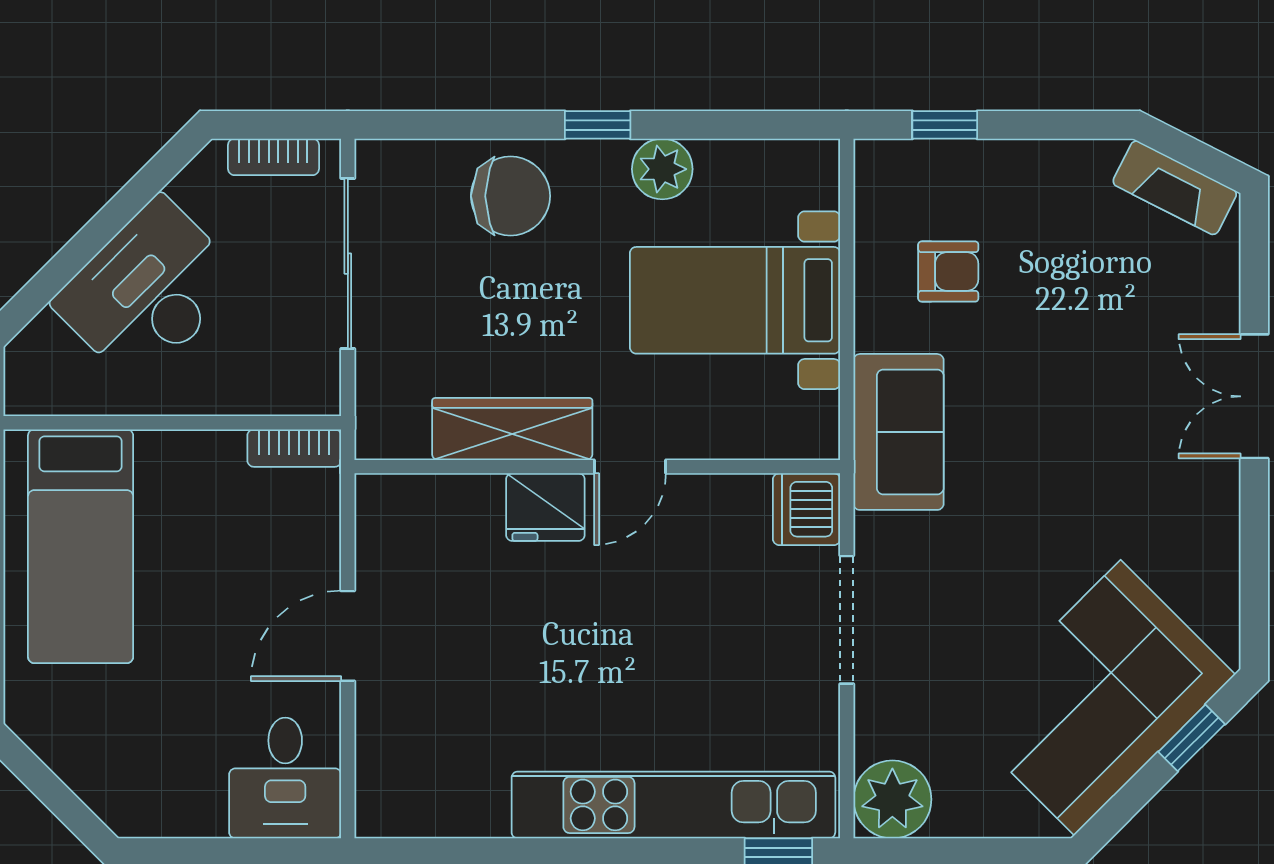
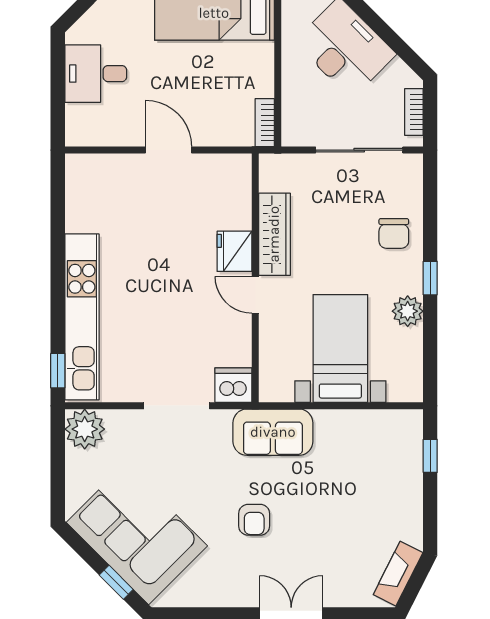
chair: (511, 196) -> (394, 233), width x0.73, depth x0.73
armchair: (948, 272) -> (254, 520), moved
desk: (285, 778) -> (96, 74), moved

